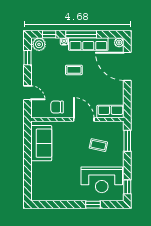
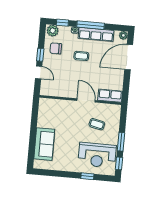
window: (28, 58) -> (40, 55), moved
door: (127, 66) -> (129, 57), hinge flipped
chair: (57, 107) -> (56, 48), moved
window: (127, 141) -> (121, 142), moved
sofa: (41, 143) -> (44, 144), moved

